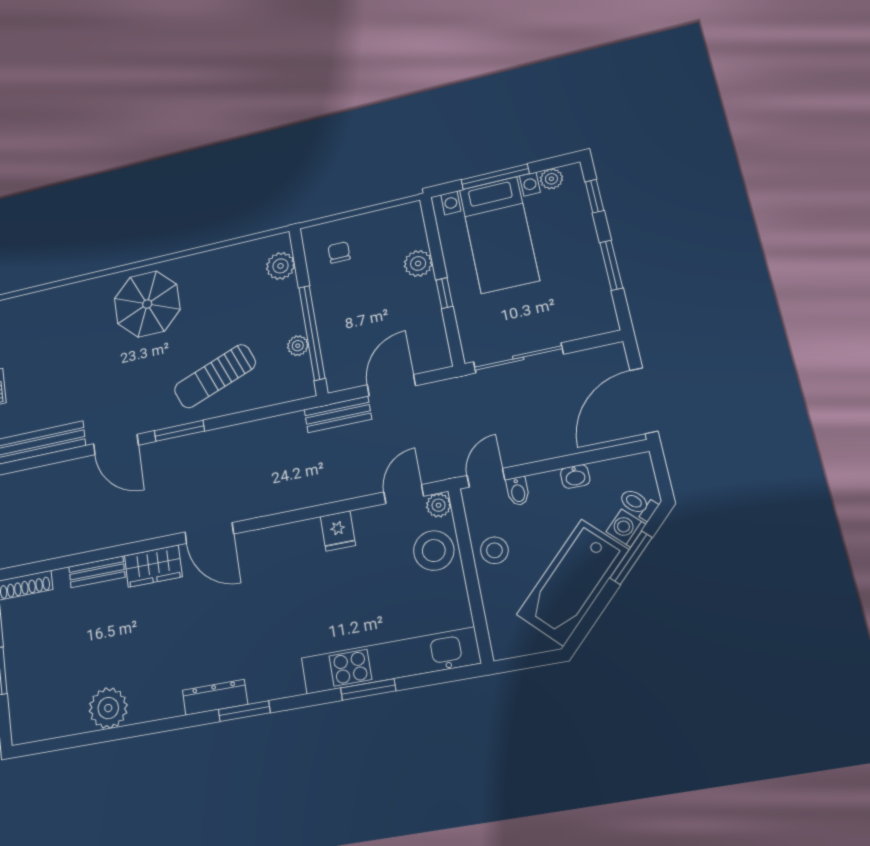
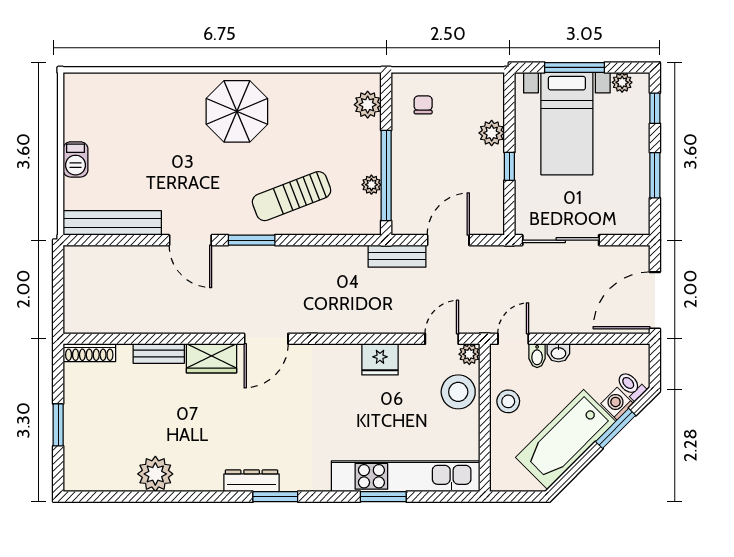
washbasin: (575, 476) -> (558, 353), moved
fridge: (338, 531) -> (380, 359), width x1.38
door: (209, 533) -> (266, 339), hinge flipped

